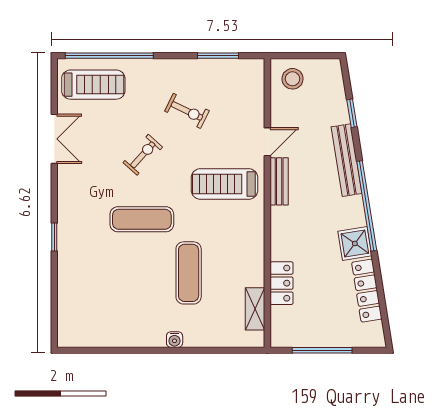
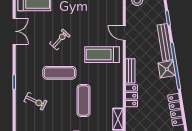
exercise bike: (187, 111) -> (35, 101), moved
door: (267, 142) -> (124, 33), swing flipped
bench: (279, 181) -> (130, 71), moved
shower: (355, 243) -> (167, 69), moved
locker: (282, 283) -> (132, 96), moved

